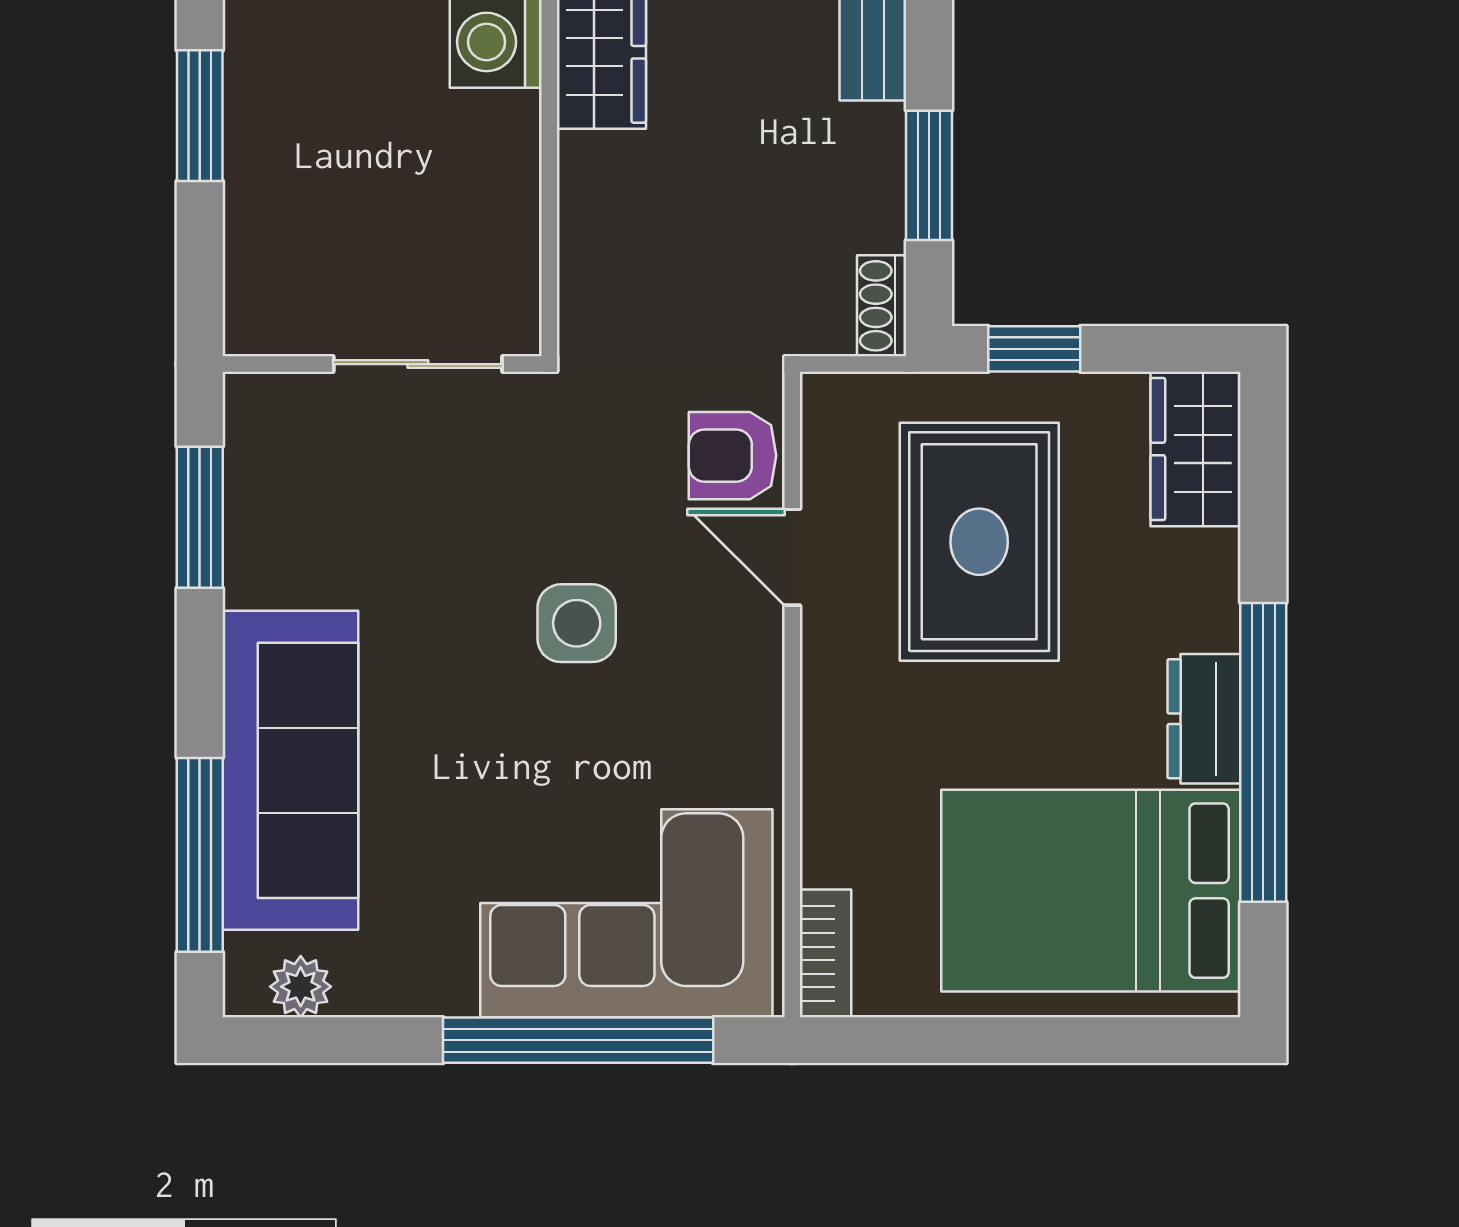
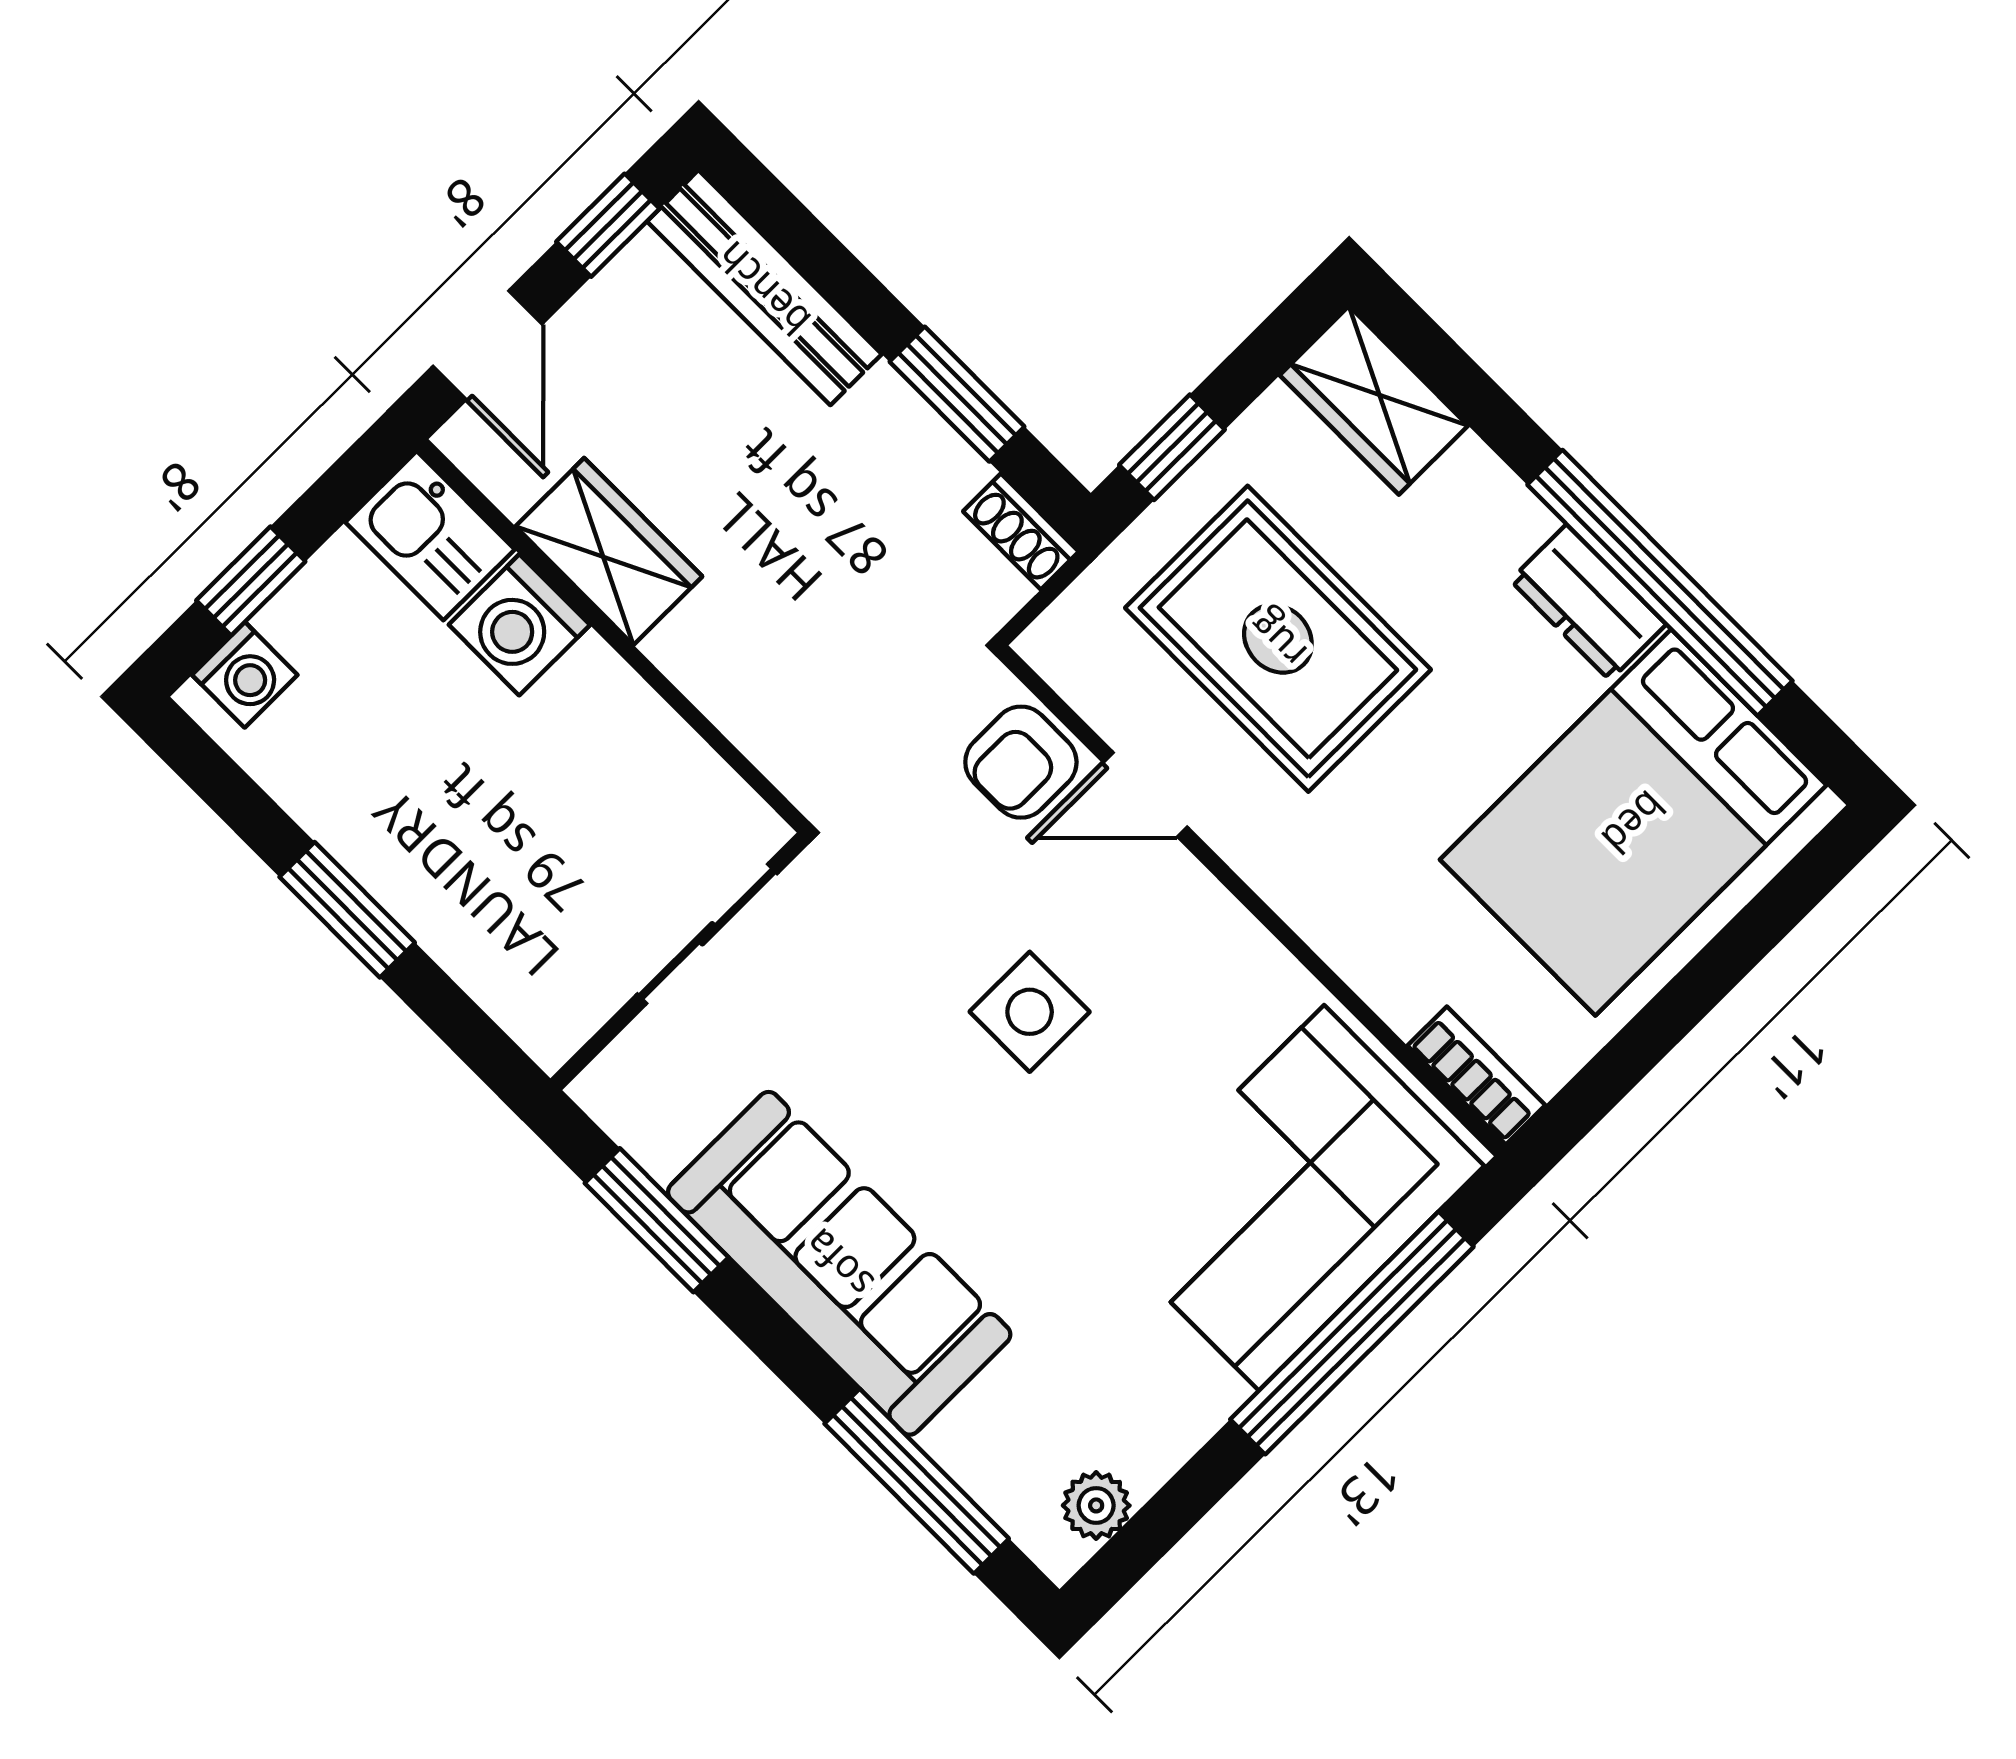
sofa: (290, 770) -> (839, 1263), moved

